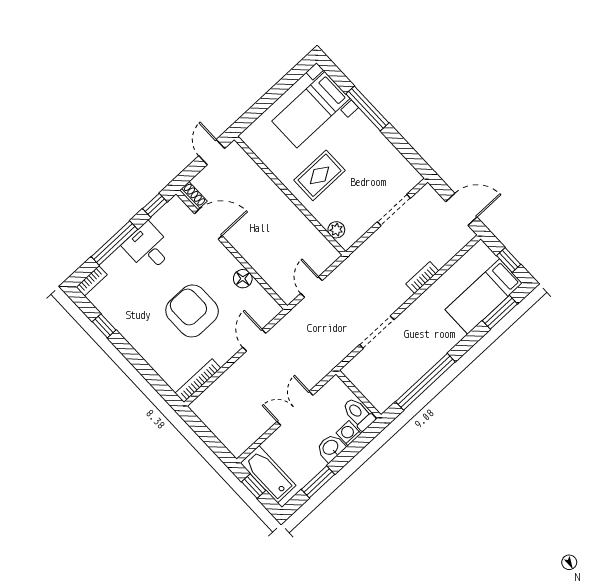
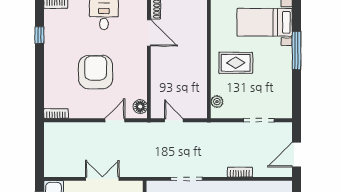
door: (461, 209) -> (297, 155), swing flipped
floor lamp: (243, 279) -> (140, 107), moved
door: (311, 287) -> (174, 120), hinge flipped
bookcase: (198, 381) -> (56, 114), width x0.64

